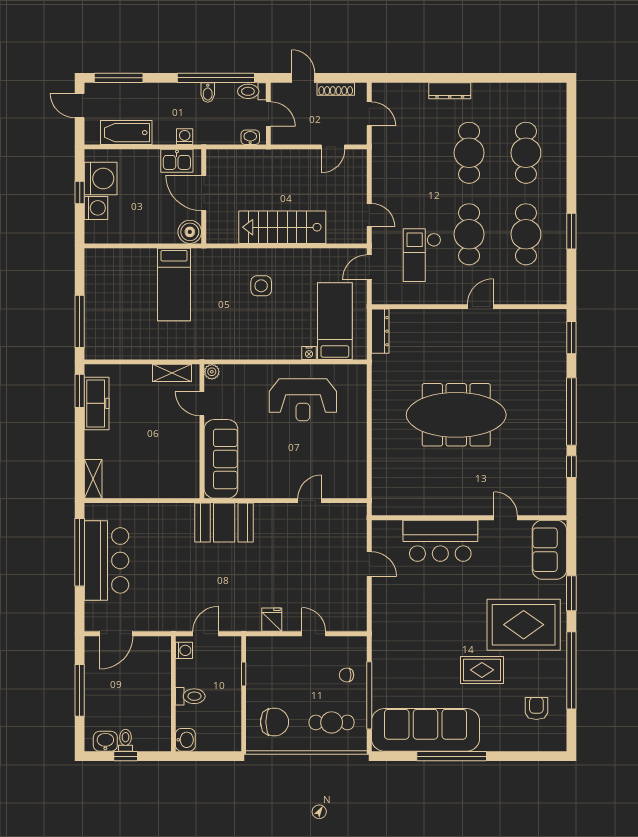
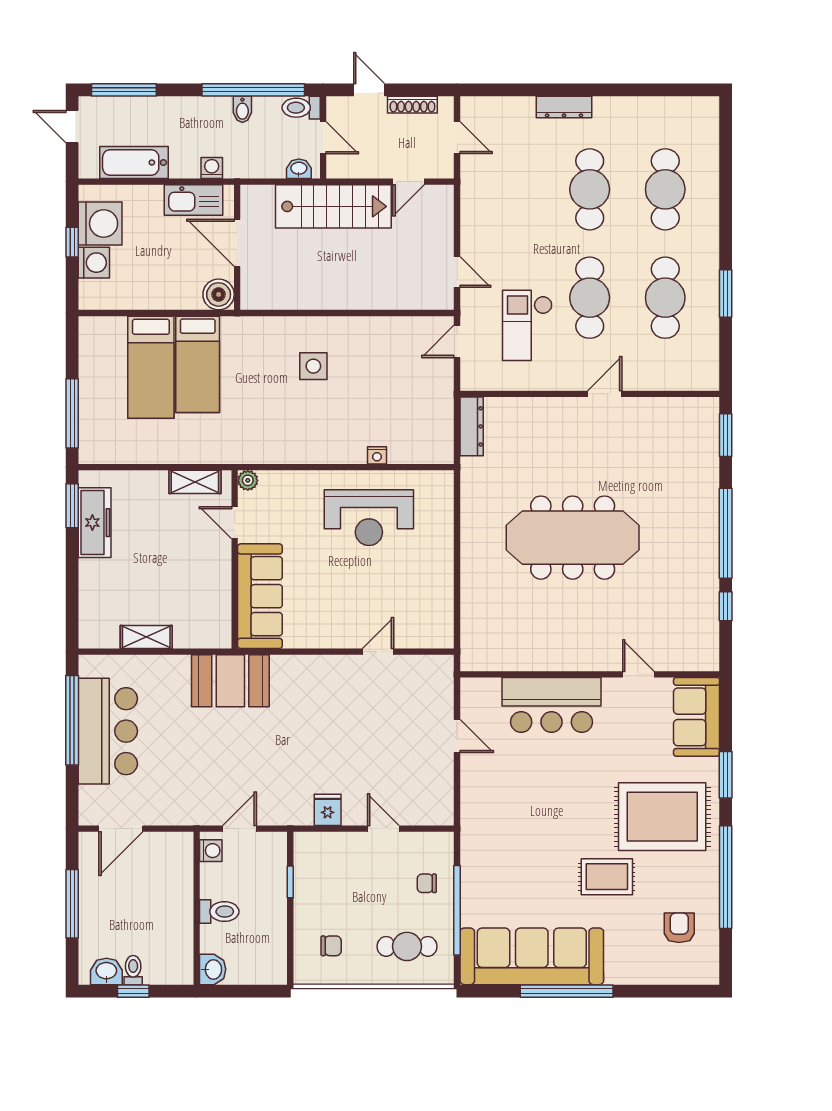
kitchen sink: (177, 161) -> (193, 200), width x1.38
stairs: (282, 227) -> (333, 206), moved, turned 180
bed: (335, 321) -> (151, 367), moved, turned 180
shelving: (93, 479) -> (146, 637), moved, turned 90
booth: (224, 523) -> (230, 681), moved
chair: (274, 722) -> (331, 946), width x0.54, depth x0.54

